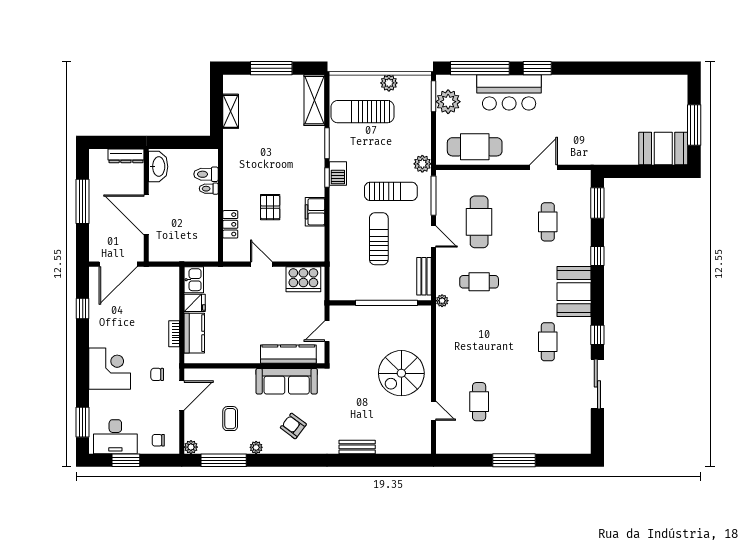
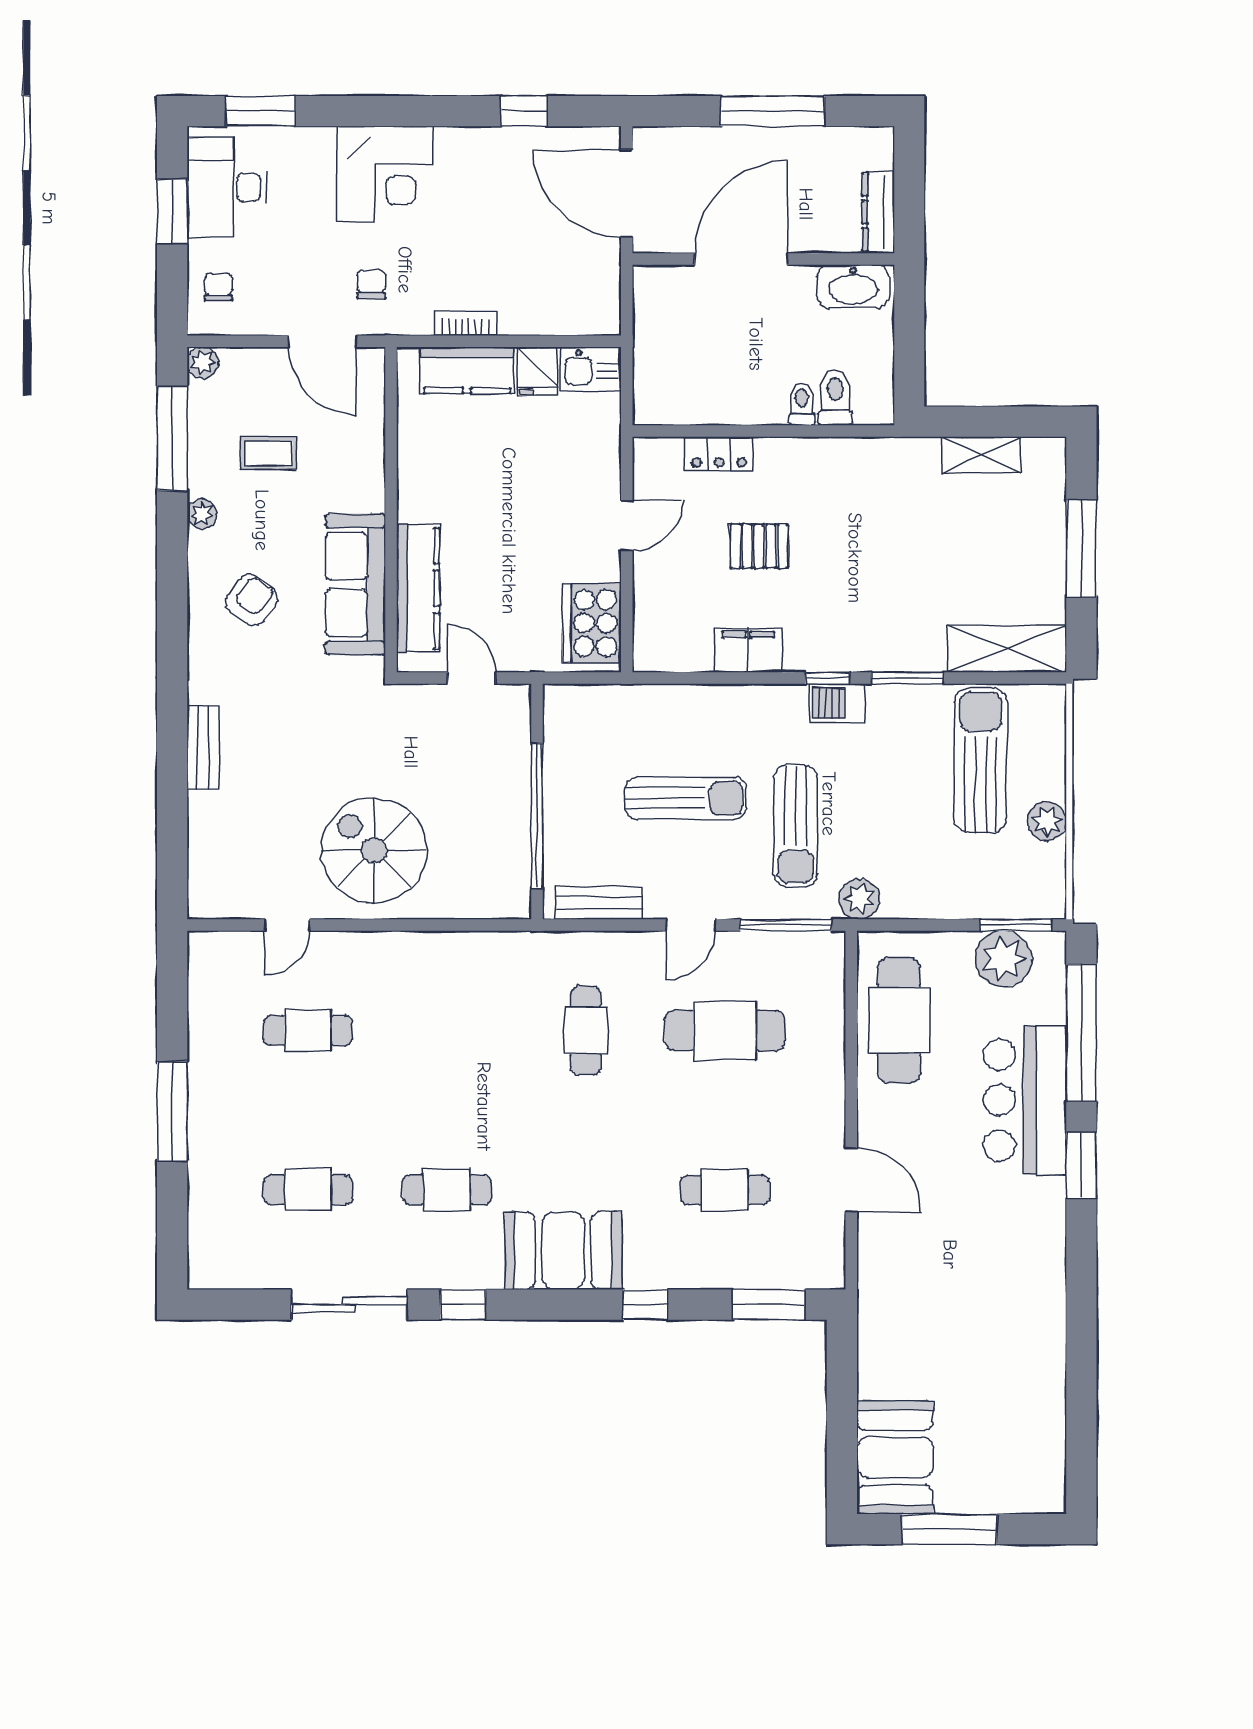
plant: (442, 301) -> (542, 945), removed
cafe table: (548, 402) -> (308, 1190), added

